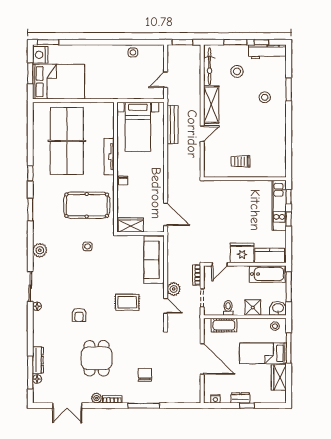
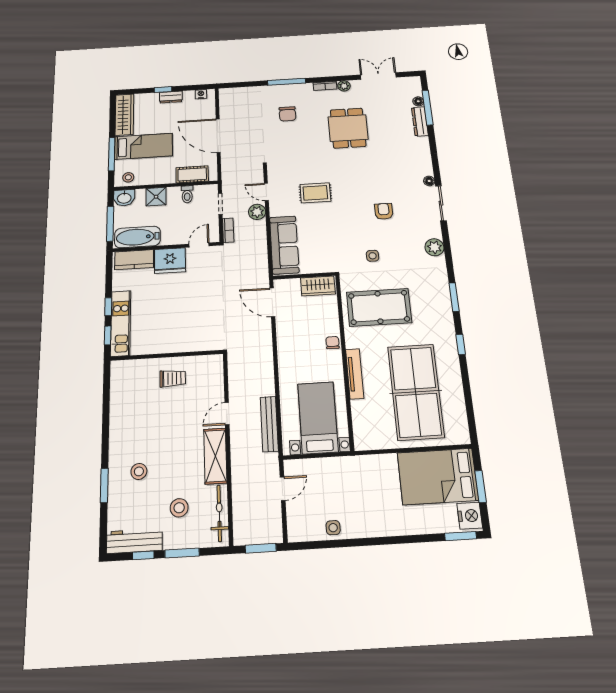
armchair: (79, 315) -> (384, 211), moved
wardrobe: (279, 378) -> (124, 115), width x1.50

